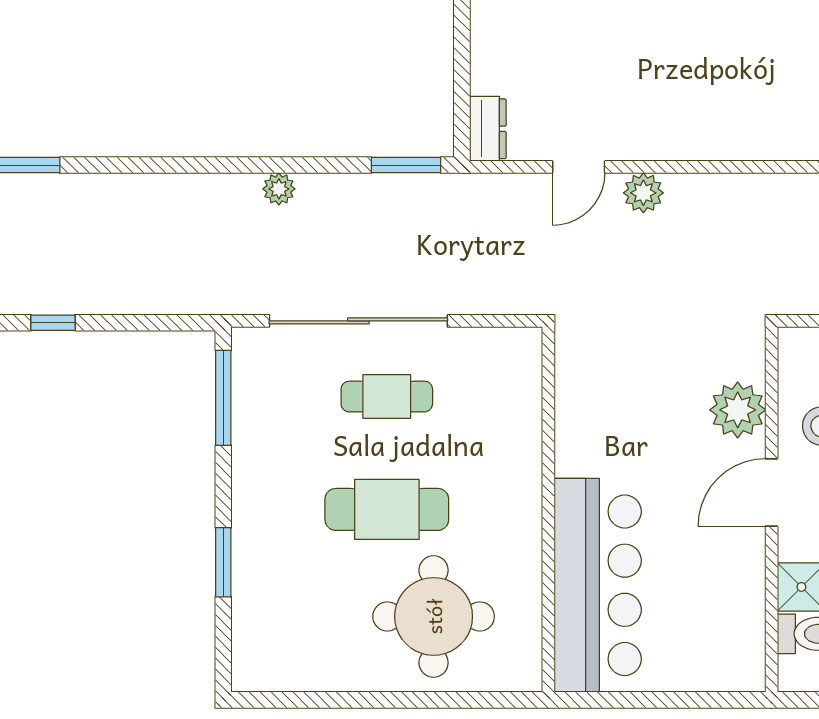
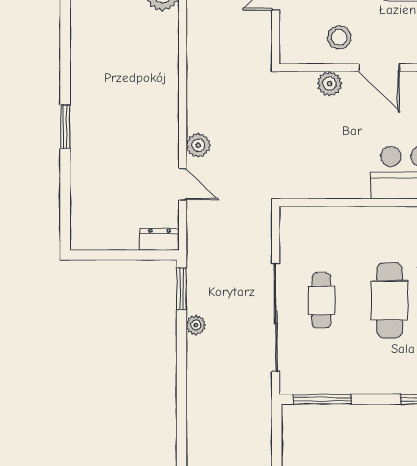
plant: (279, 189) -> (196, 325), moved
plant: (738, 410) -> (329, 84), width x0.73, depth x0.73

